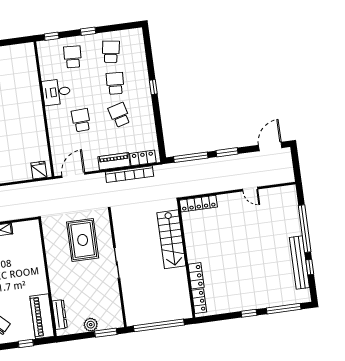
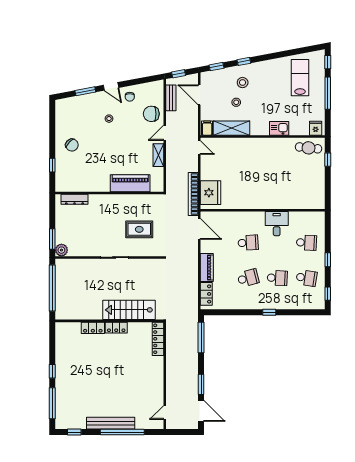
window: (52, 36) -> (328, 294), moved
window: (227, 152) -> (201, 384), moved
fridge: (39, 170) -> (211, 193), width x1.88, depth x1.34
bookcase: (129, 174) -> (193, 194), moved
door: (250, 189) -> (165, 412), moved
rug: (83, 240) -> (139, 229), width x0.73, depth x0.70
bench: (299, 263) -> (111, 423), moved
window: (310, 267) -> (74, 432), moved
locker: (199, 301) -> (116, 328), moved
piano: (42, 316) -> (130, 183), moved
plant: (91, 325) -> (61, 250), moved

